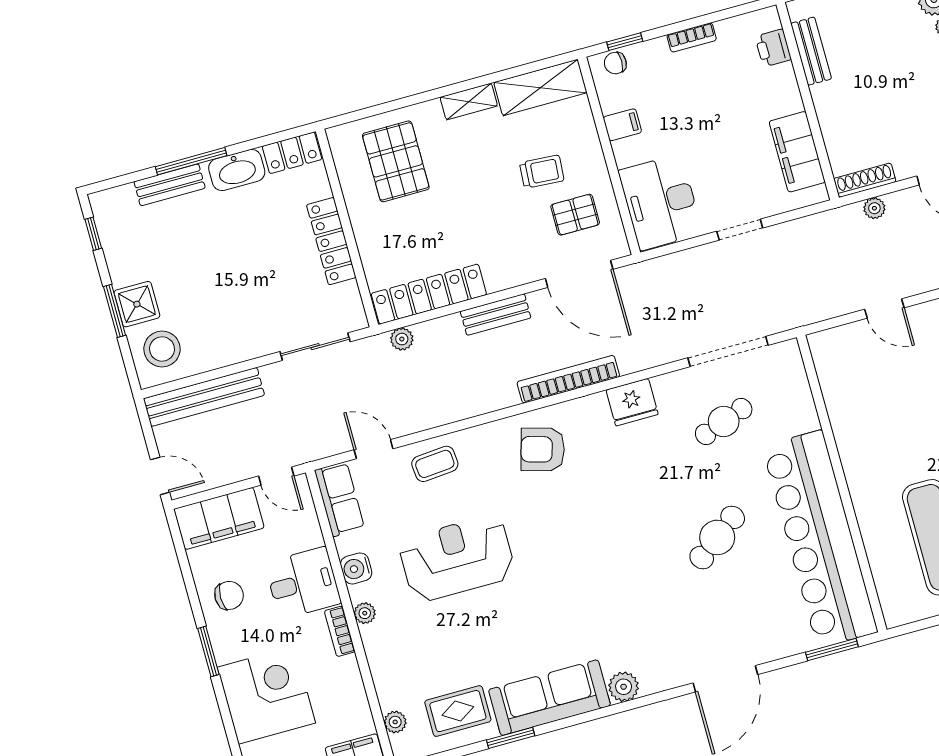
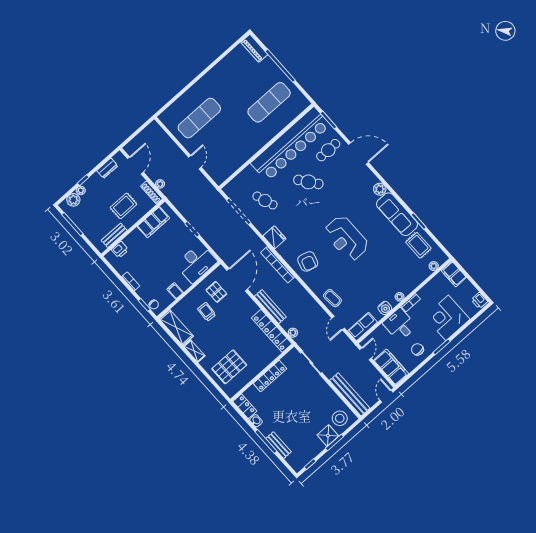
rug: (866, 104) -> (123, 206), added
washbasin: (237, 170) -> (256, 421), width x0.52, depth x0.69
bench: (496, 315) -> (270, 307), width x1.36
reception desk: (457, 558) -> (346, 238), moved
cafe table: (766, 616) -> (328, 150), added

